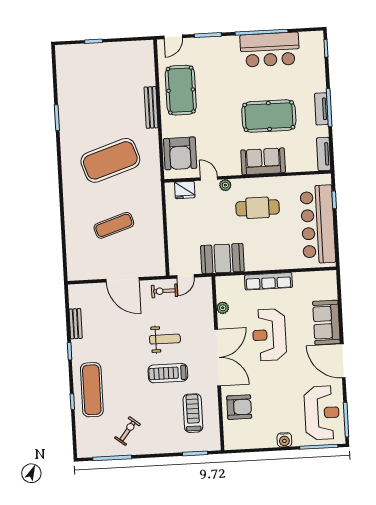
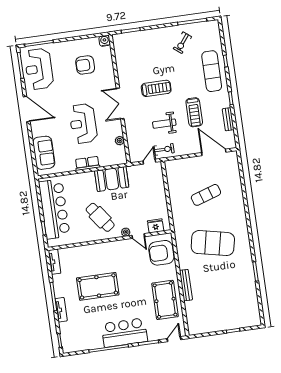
bar counter: (270, 50) -> (124, 333), moved
tv unit: (321, 109) -> (61, 310), moved
armchair: (180, 153) -> (161, 253), turned -90
exercise mat: (110, 160) -> (213, 243), turned 30
sofa: (263, 161) -> (99, 252), removed
cafe table: (258, 208) -> (100, 217), turned 54
booth: (222, 258) -> (112, 179), moved
door: (123, 280) -> (214, 152), moved
row of seats: (268, 281) -> (87, 163), width x0.68
sofa: (326, 322) -> (44, 153), moved
reception desk: (269, 335) -> (83, 124), turned 180
weight bench: (165, 339) -> (164, 124), moved
double door: (218, 357) -> (120, 103), width x0.73
armchair: (239, 407) -> (85, 65), moved
treadmill: (193, 413) -> (194, 112), moved
water cooler: (284, 440) -> (105, 41), moved

